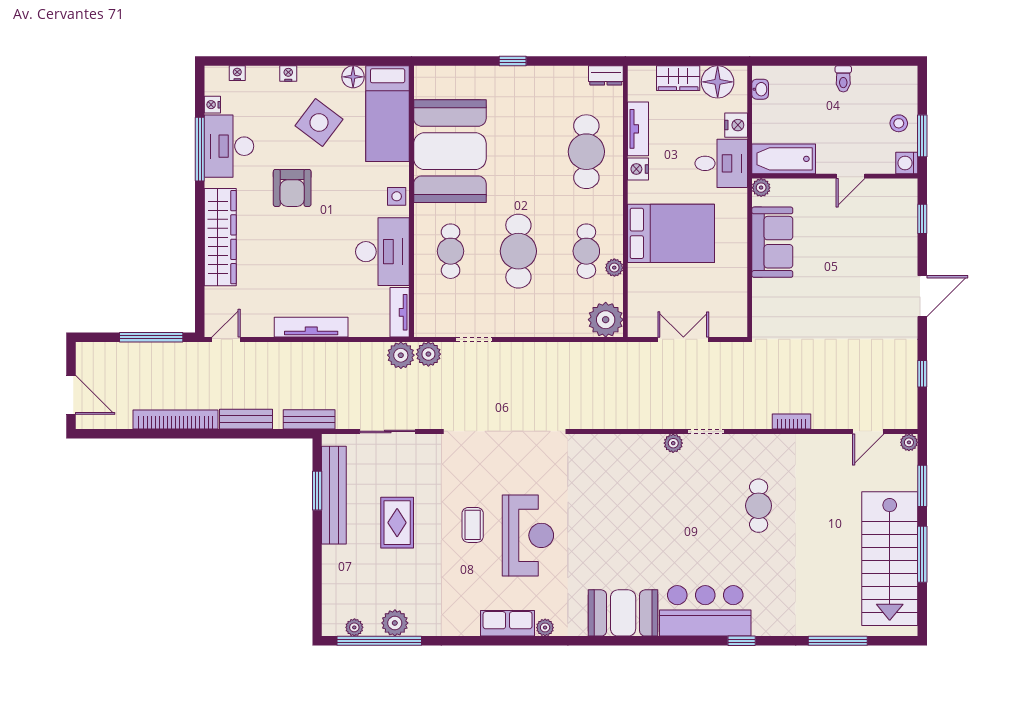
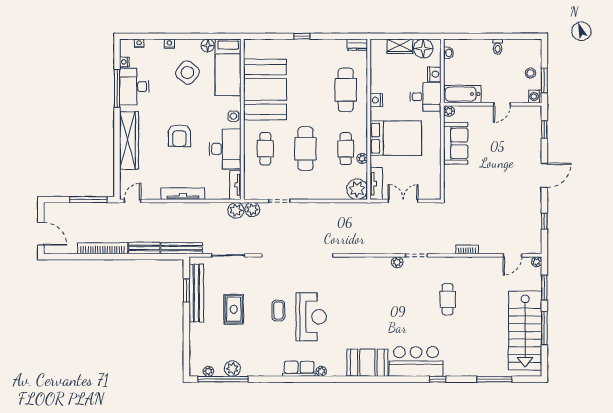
tv unit: (638, 129) -> (376, 184), moved
armchair: (292, 188) -> (179, 136), moved
bench: (309, 419) -> (182, 248), width x1.36

